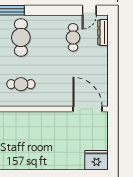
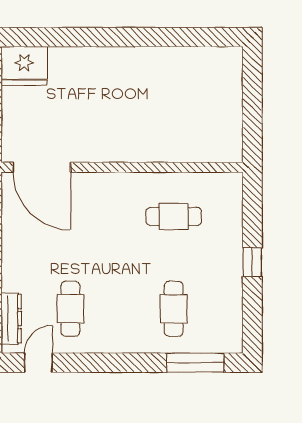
cafe table: (21, 37) -> (174, 309), width x0.73, depth x0.74

